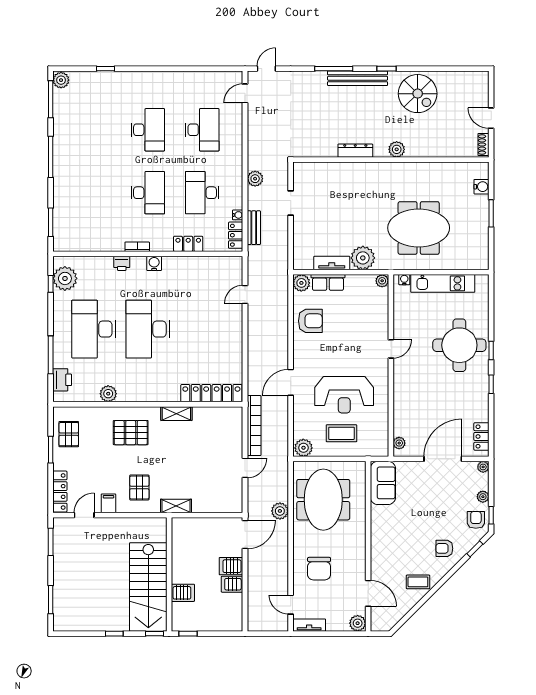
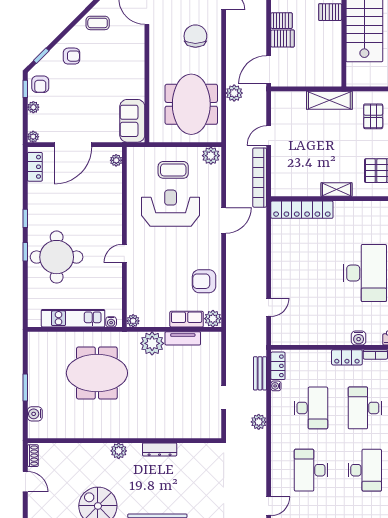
desk: (148, 130) -> (365, 470), turned 180
locker: (188, 244) -> (347, 357), moved
shelving: (176, 506) -> (329, 100), width x1.50, depth x1.33

